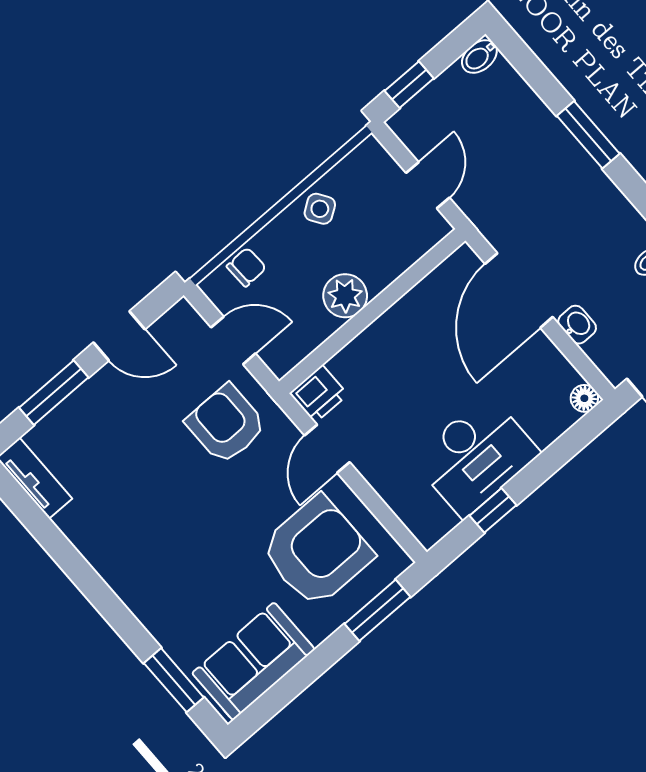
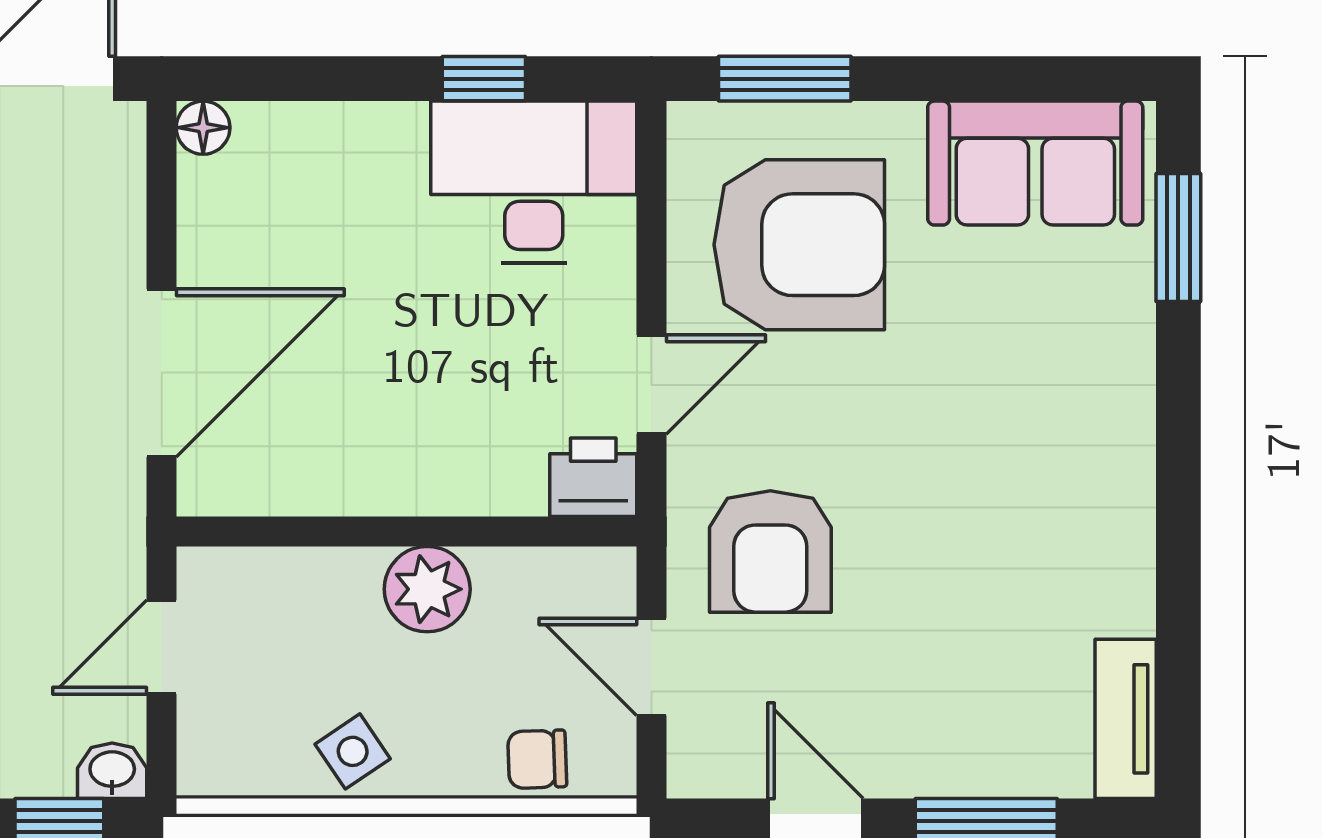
washbasin: (577, 325) -> (112, 771), moved, turned 90
desk: (476, 456) -> (534, 182), moved
armchair: (317, 551) -> (799, 245), turned 180

